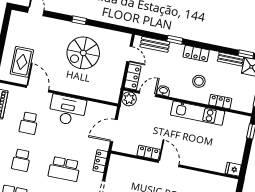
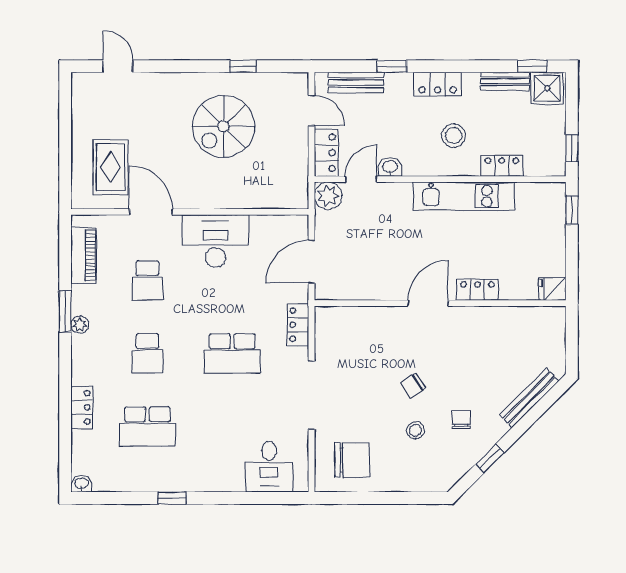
window: (79, 20) -> (243, 66), moved
locker: (149, 152) -> (477, 290), moved
door: (169, 164) -> (428, 303), hinge flipped

